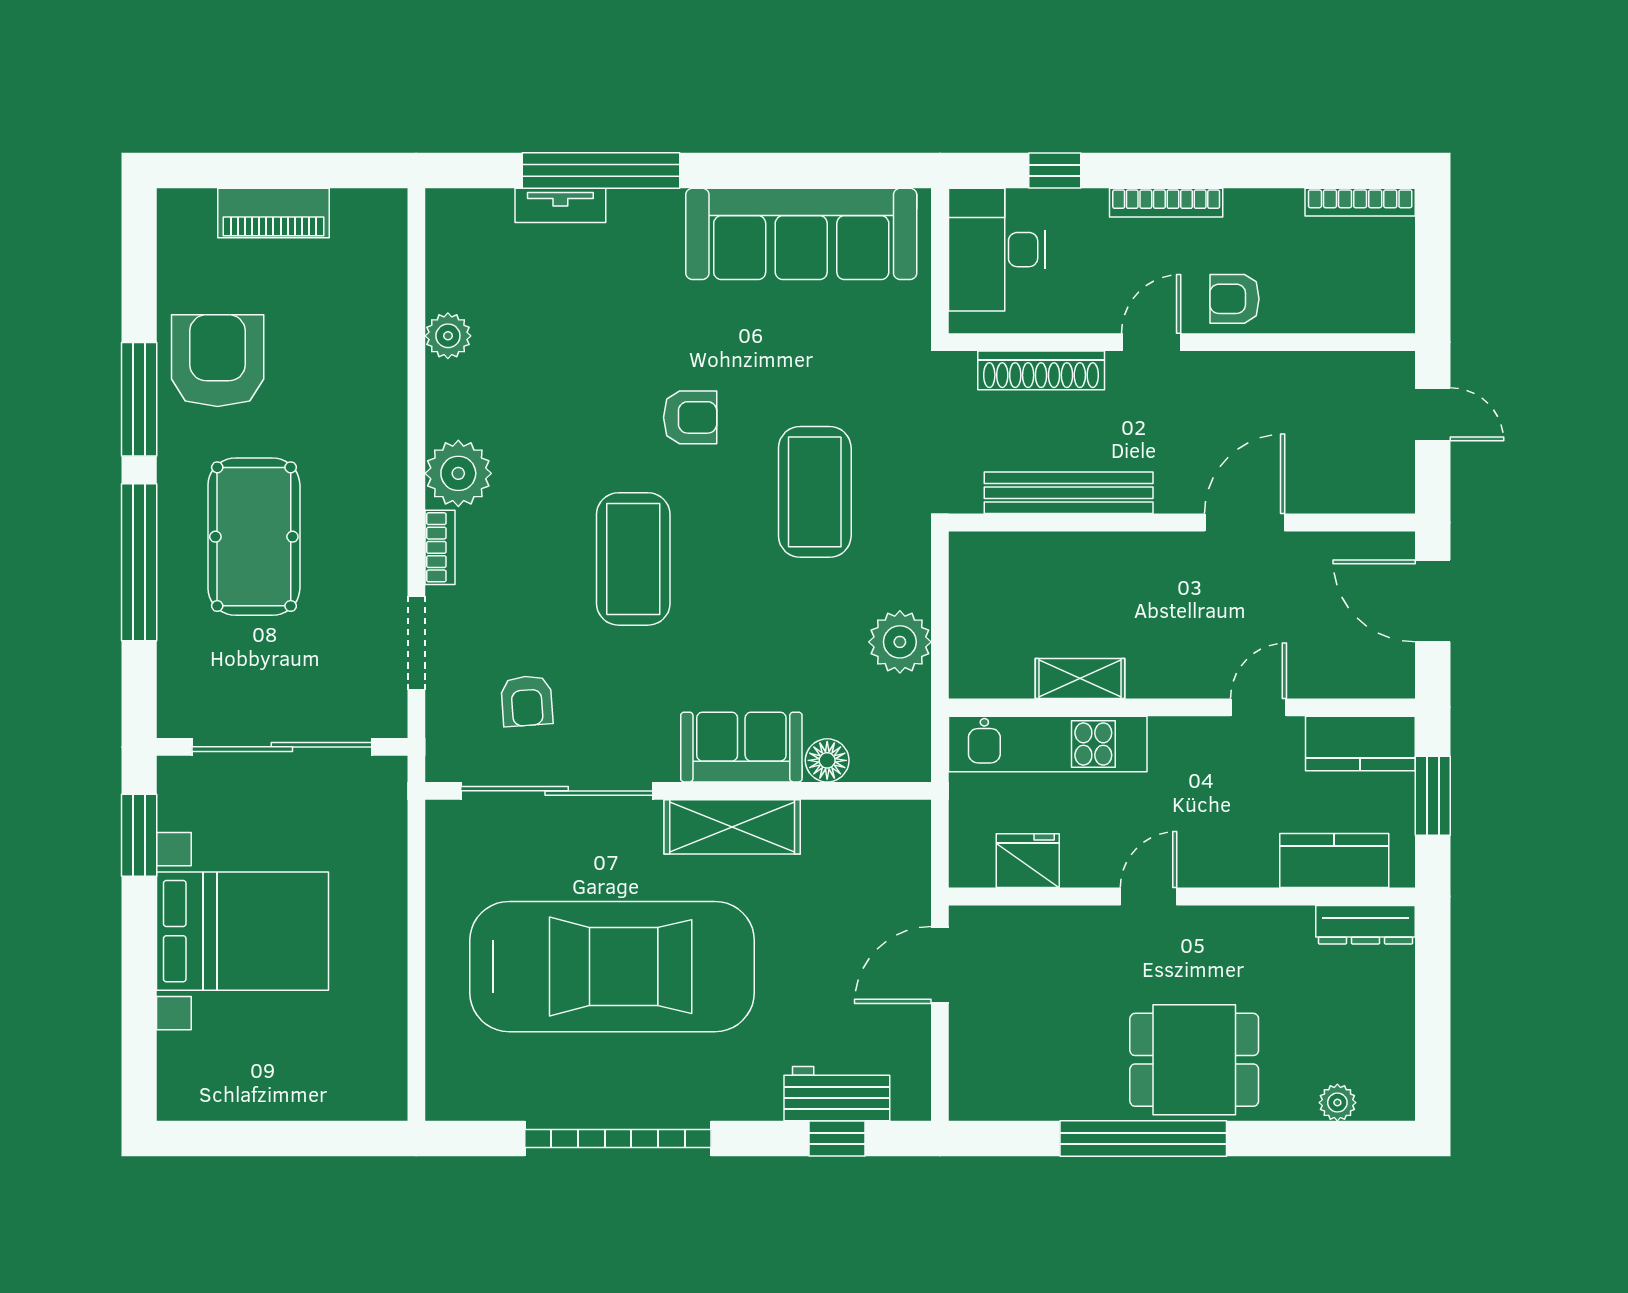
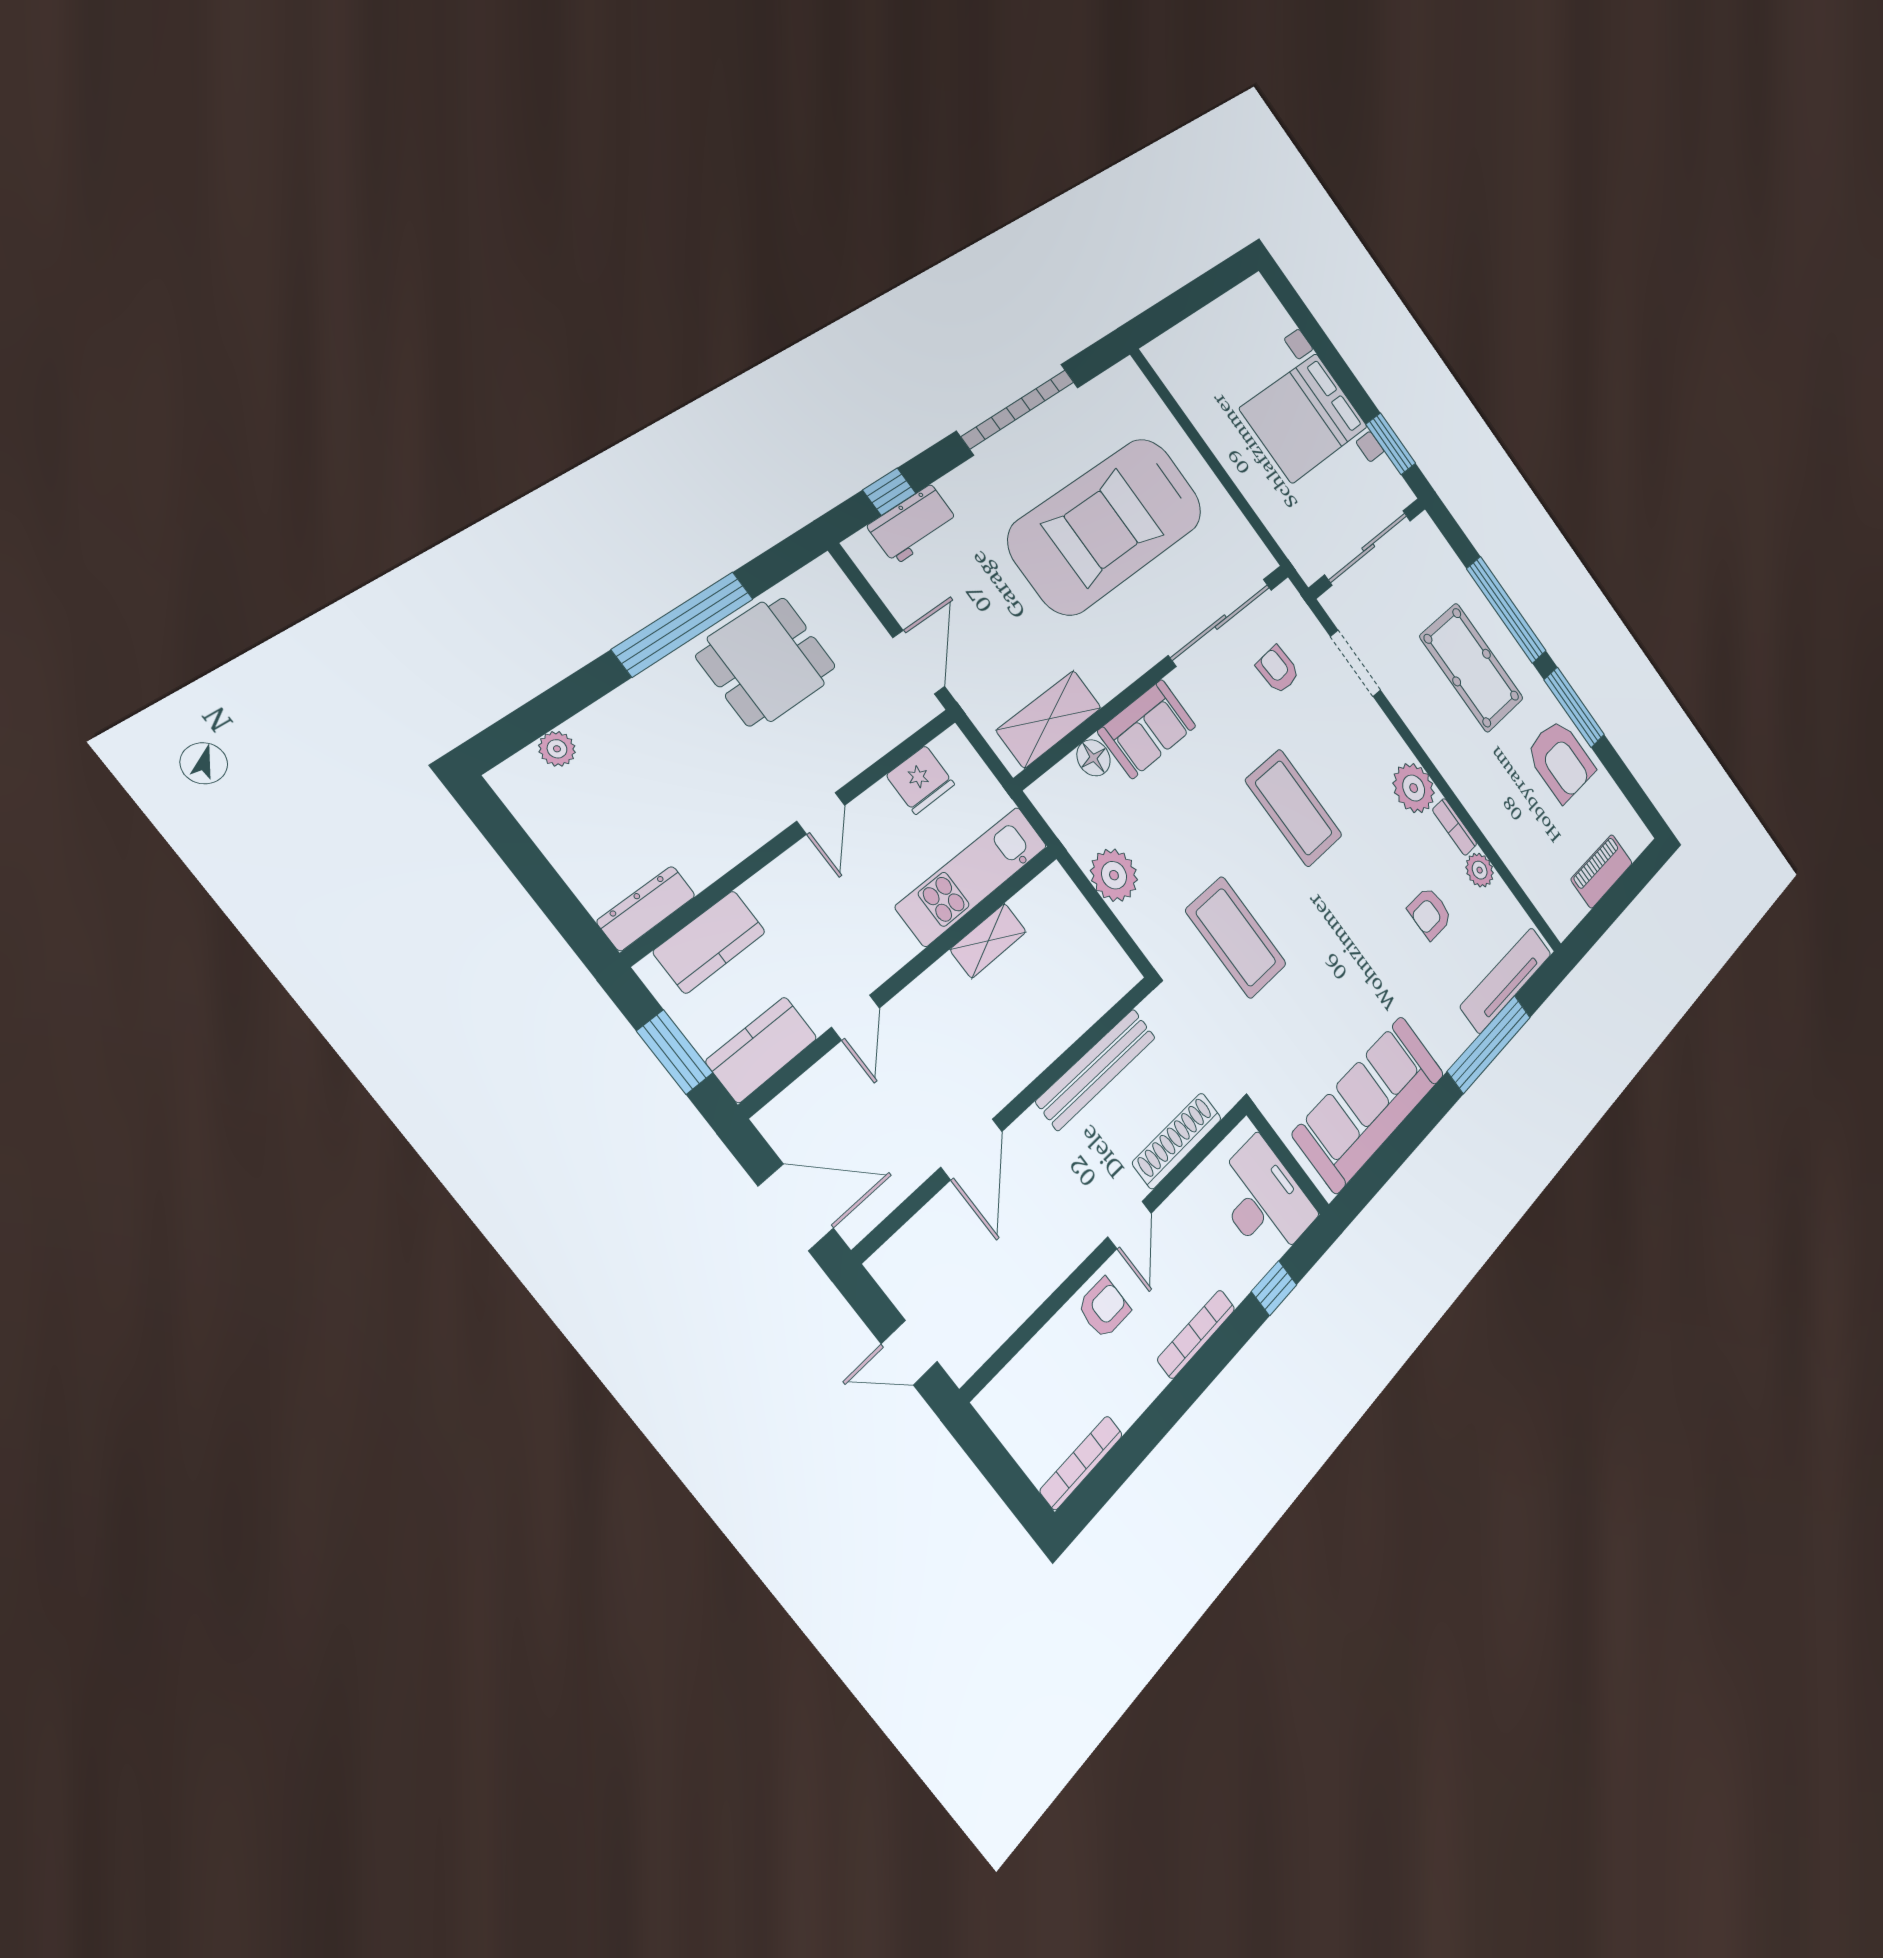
tv unit: (560, 205) -> (1506, 980), width x1.92, depth x1.29
armchair: (690, 417) -> (1430, 913), moved
bookcase: (440, 547) -> (1455, 827), moved
shelving: (732, 827) -> (1049, 719), moved
dining table: (1194, 1060) -> (766, 661), moved

